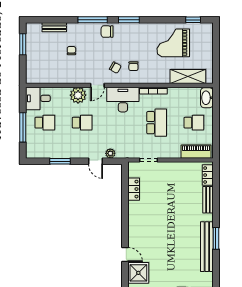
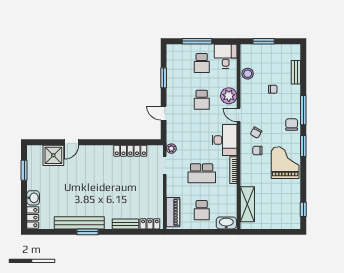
grand piano: (173, 43) -> (285, 163), moved
window: (23, 44) -> (264, 41), moved
stool: (56, 76) -> (248, 74), added
plant: (110, 153) -> (171, 149), moved
door: (96, 161) -> (164, 113), hinge flipped
locker: (134, 189) -> (130, 151), width x1.53

